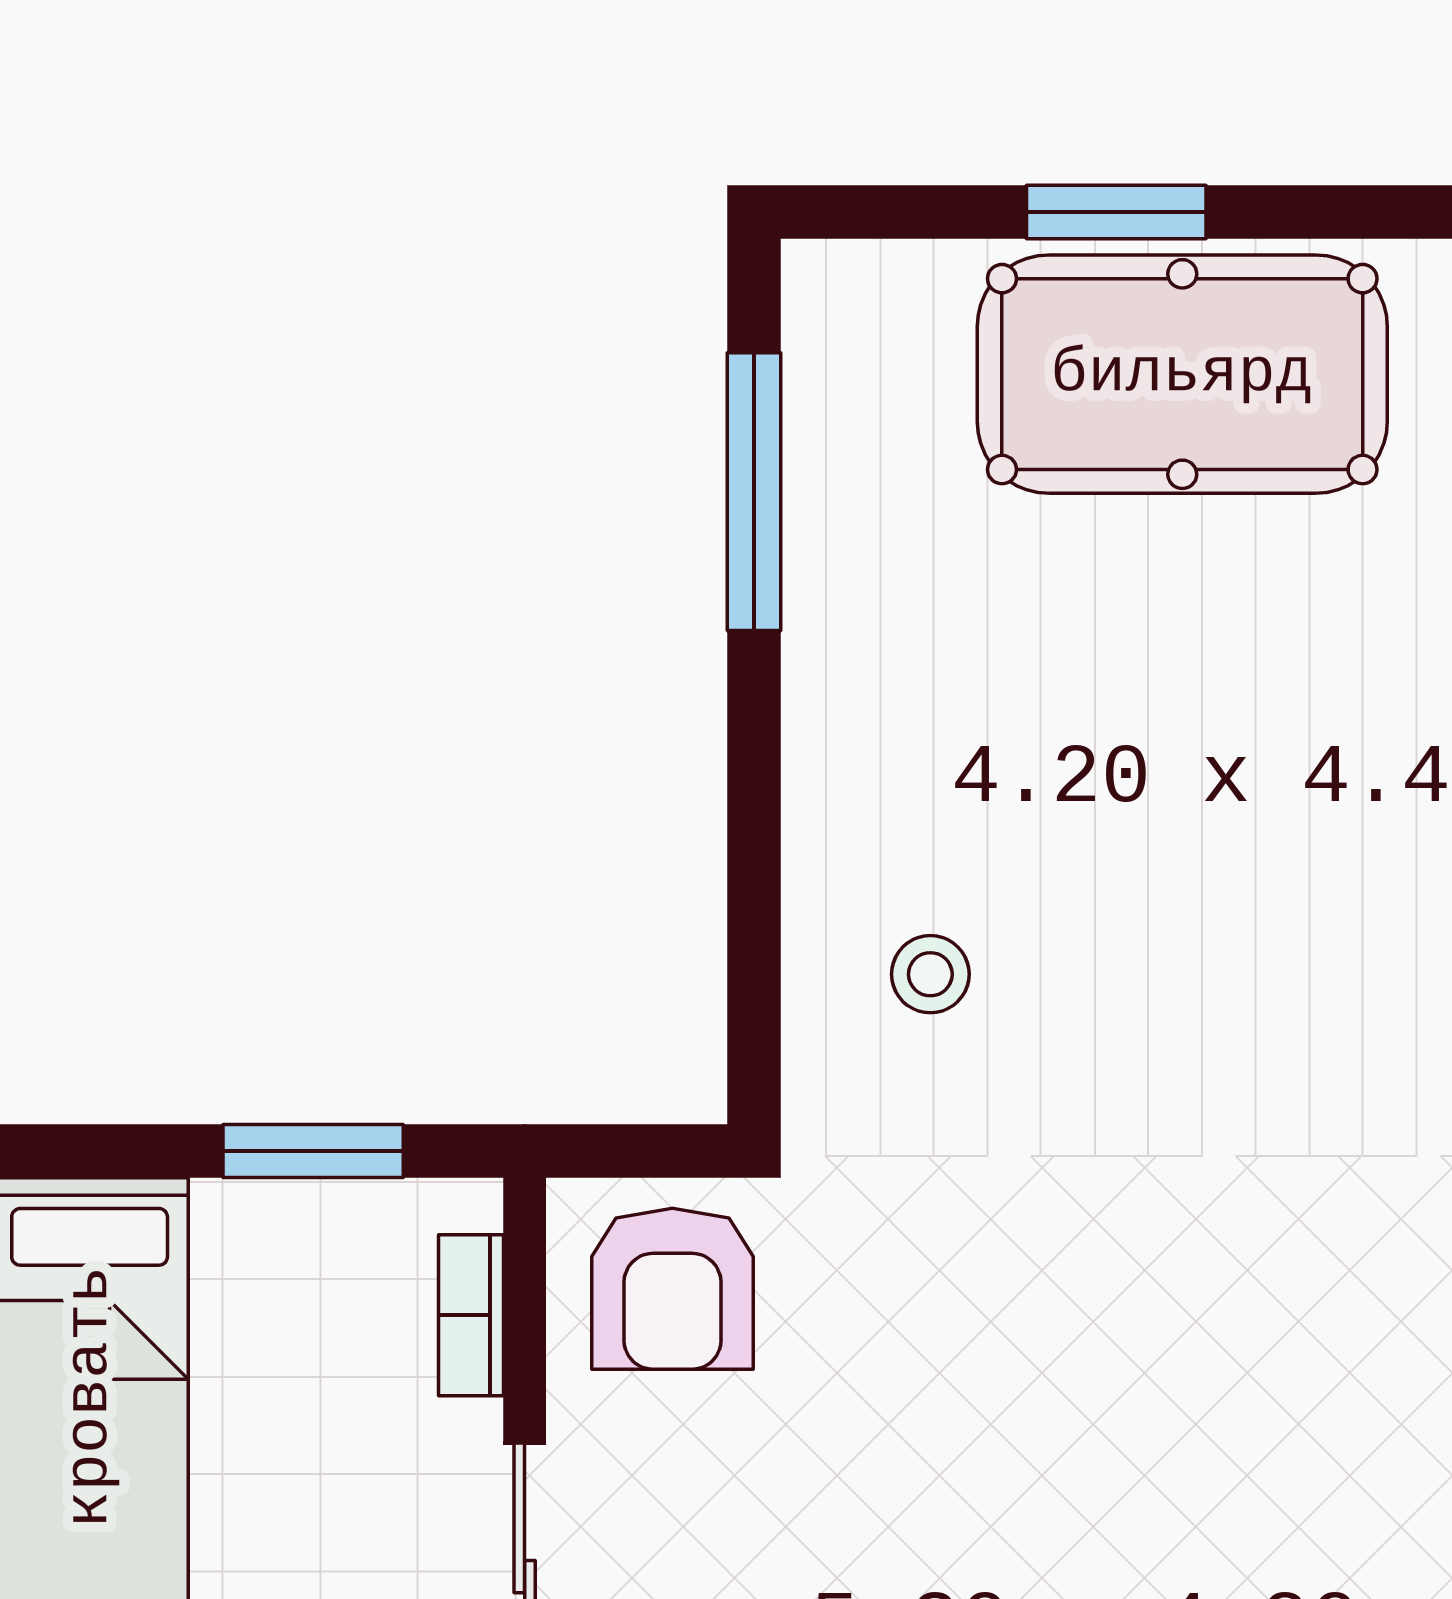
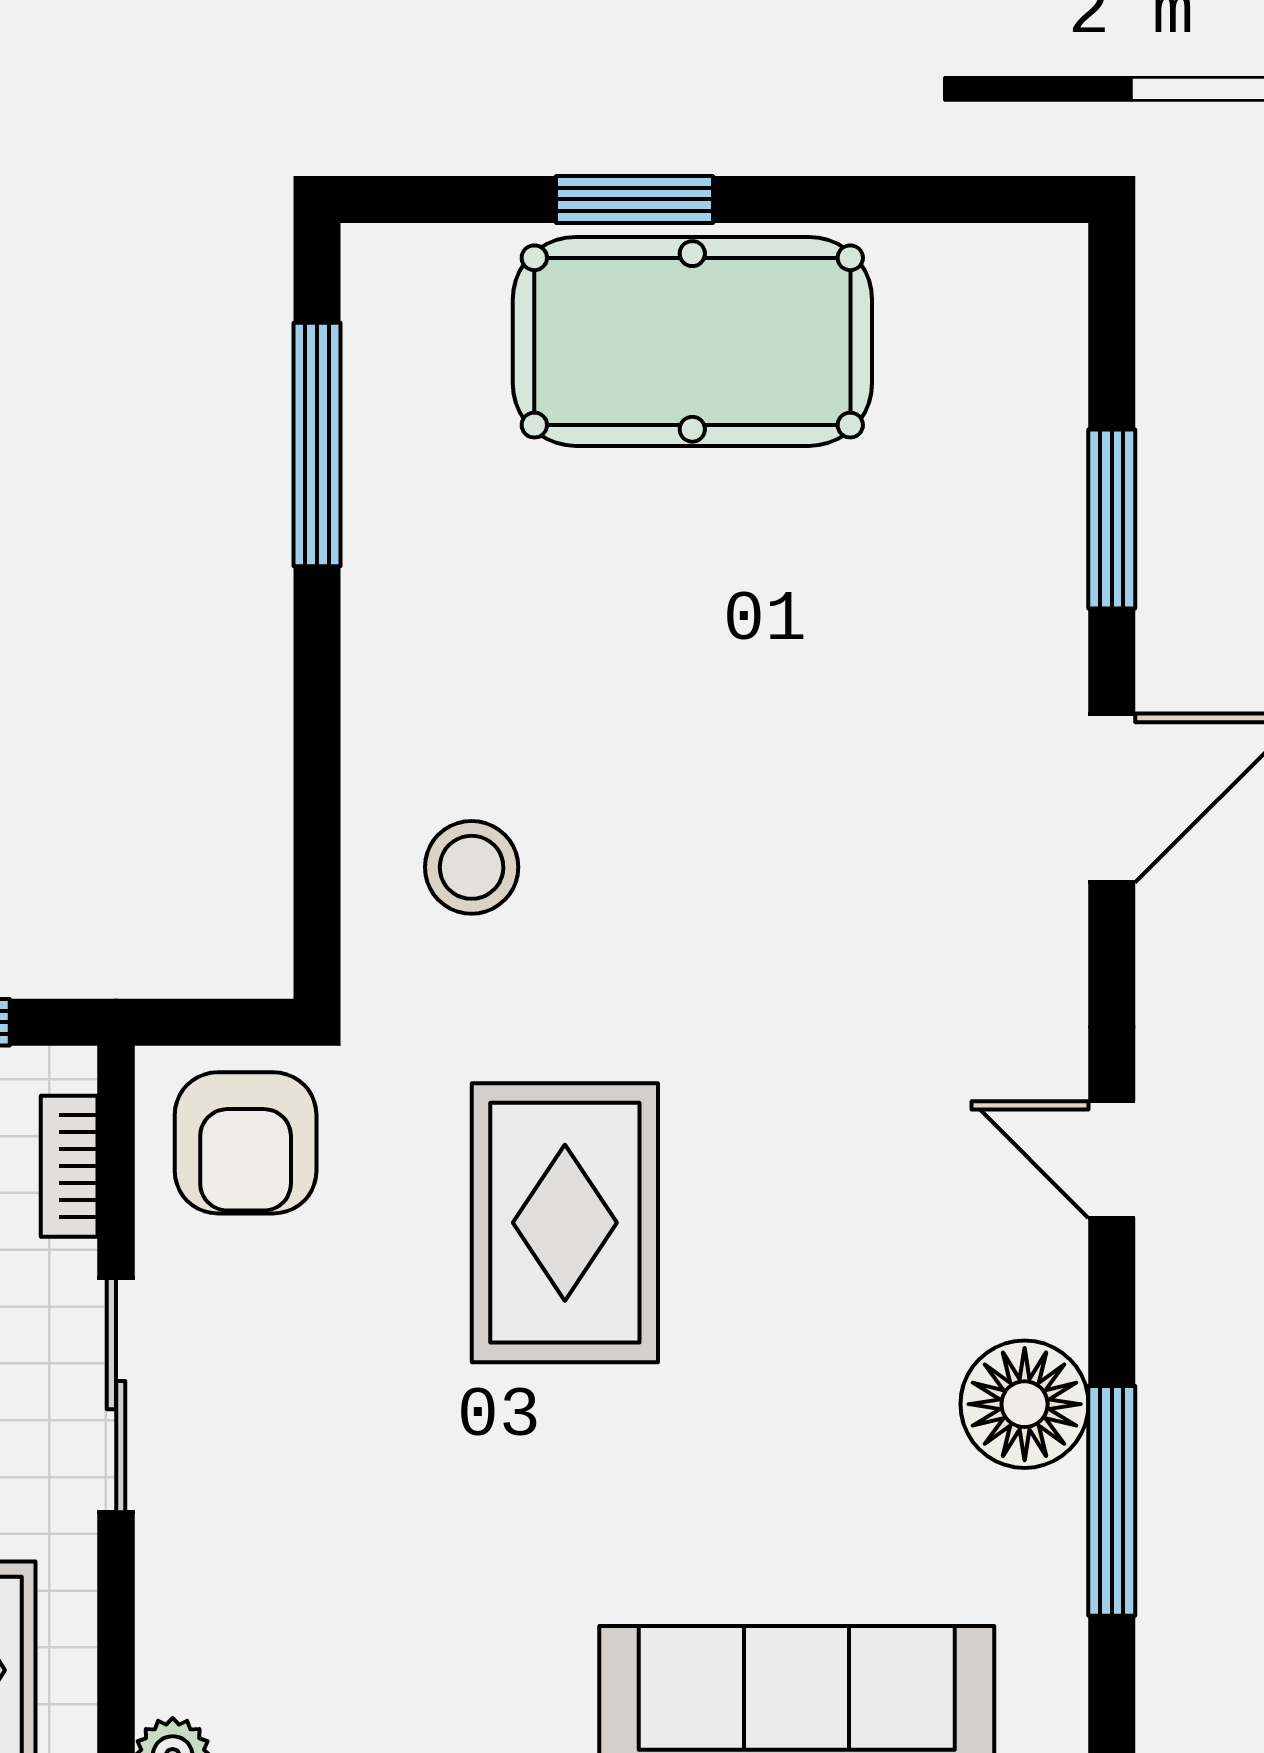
stool: (930, 974) -> (472, 867), width x1.37, depth x1.37
rug: (1037, 1380) -> (565, 1223), added

